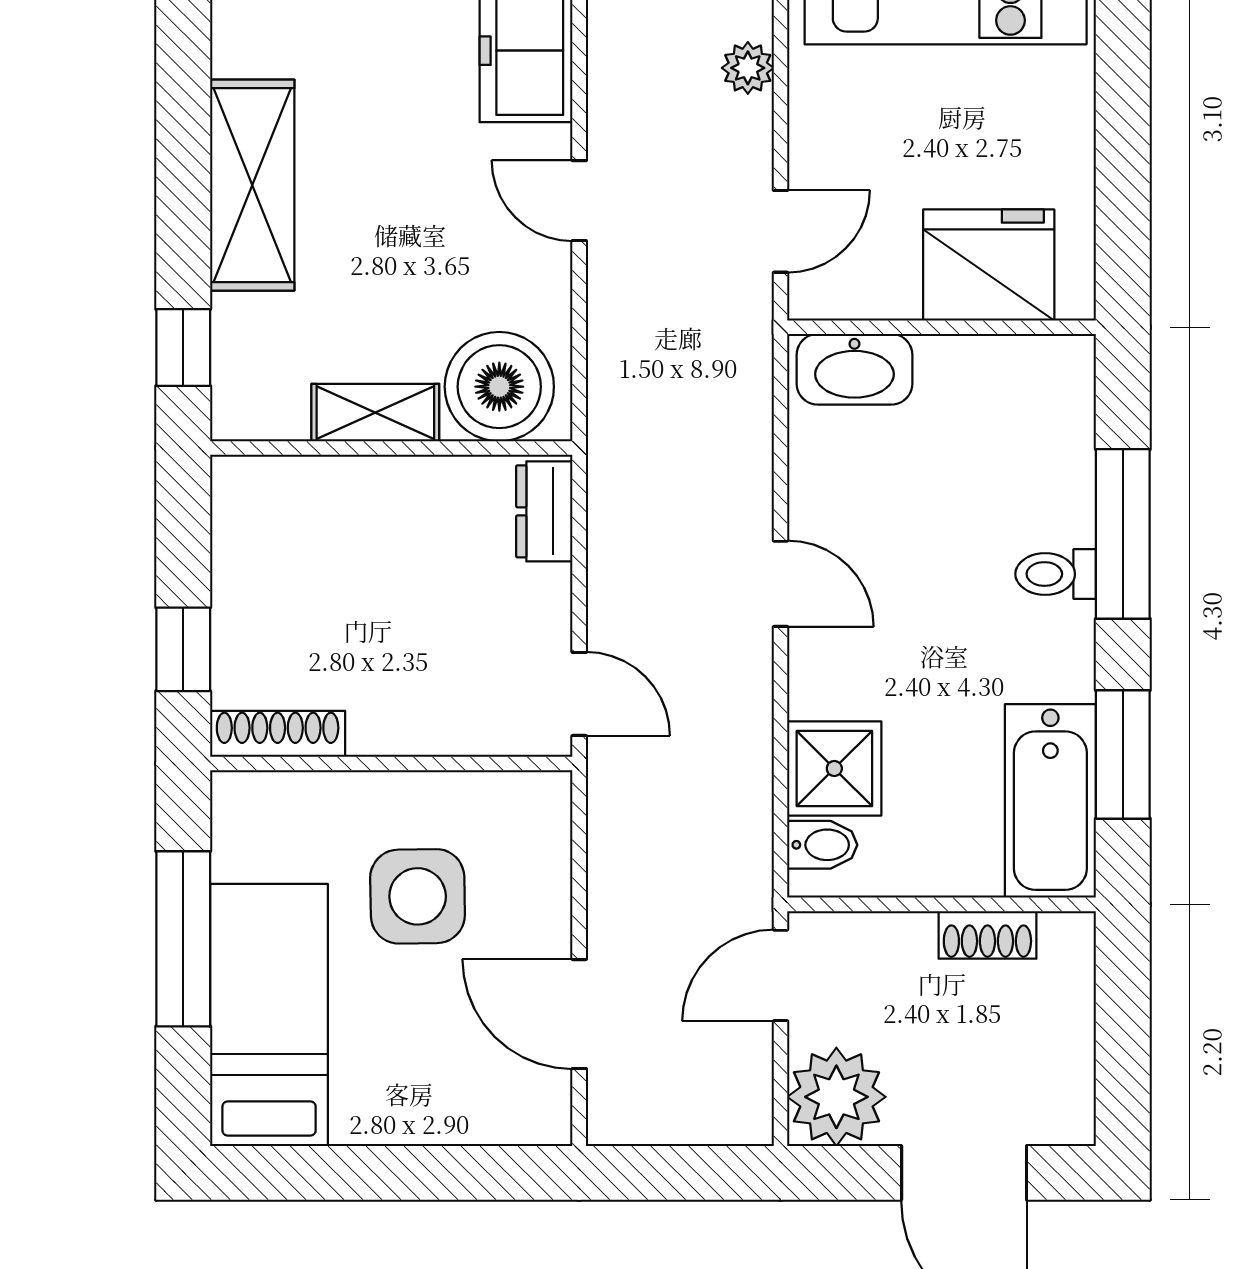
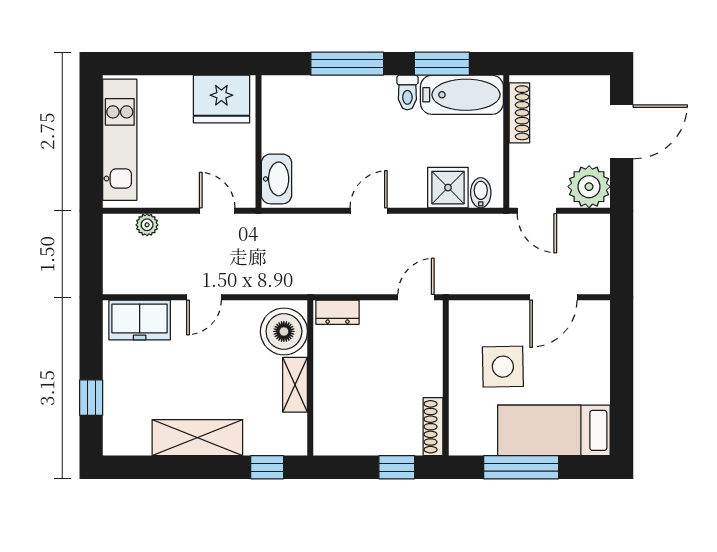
fridge: (989, 265) -> (221, 99), moved, turned -90
toilet: (1056, 574) -> (407, 92), moved
shoe rack: (987, 935) -> (519, 113), width x1.43

